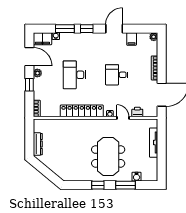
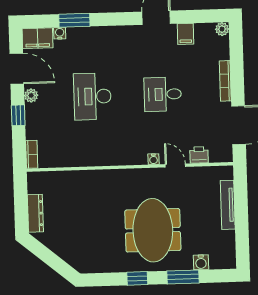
window: (87, 29) -> (111, 19), removed
locker: (82, 111) -> (107, 156), removed

